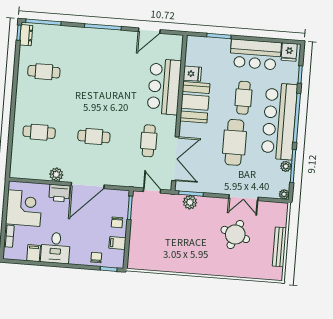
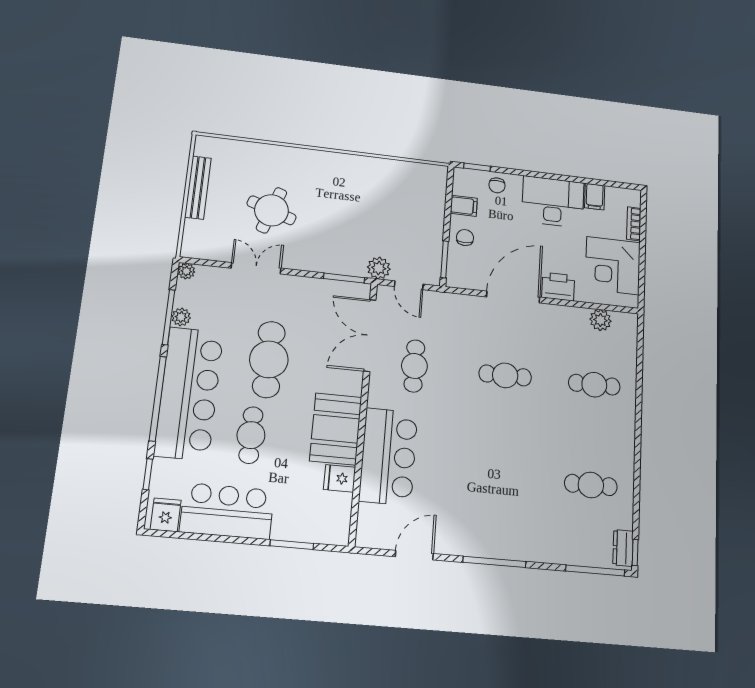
plant: (56, 174) -> (600, 320), moved
plant: (190, 202) -> (379, 268), moved
desk: (55, 248) -> (553, 202), width x1.37

